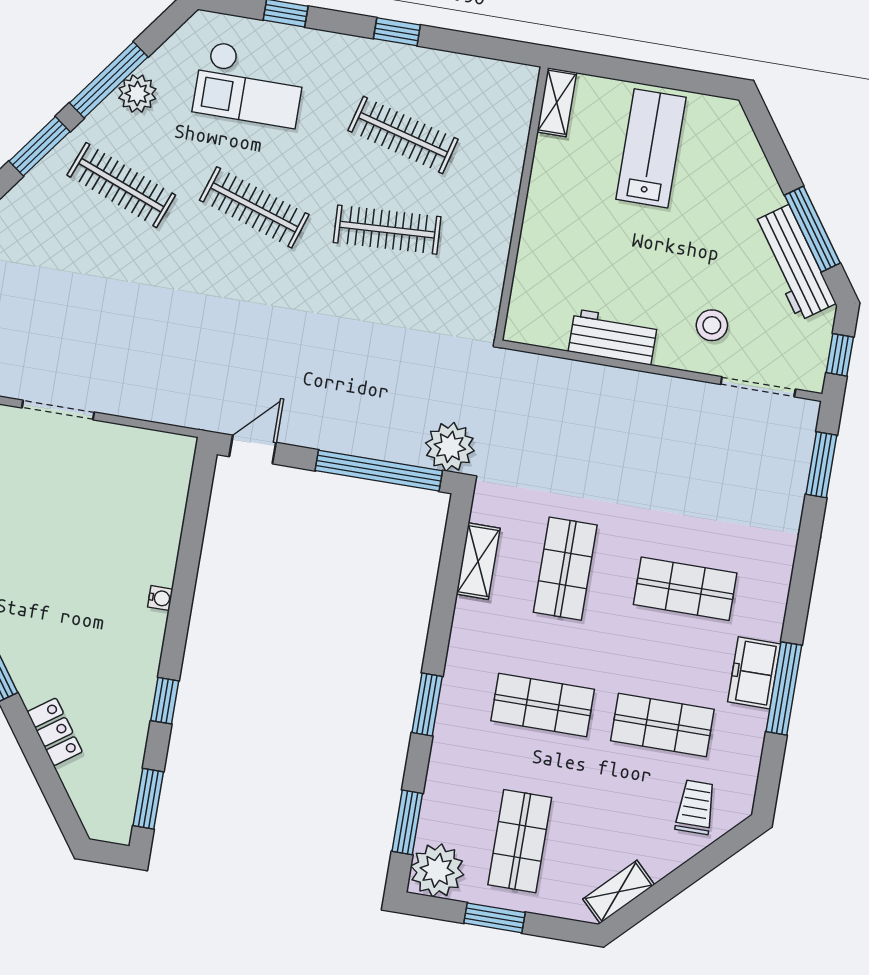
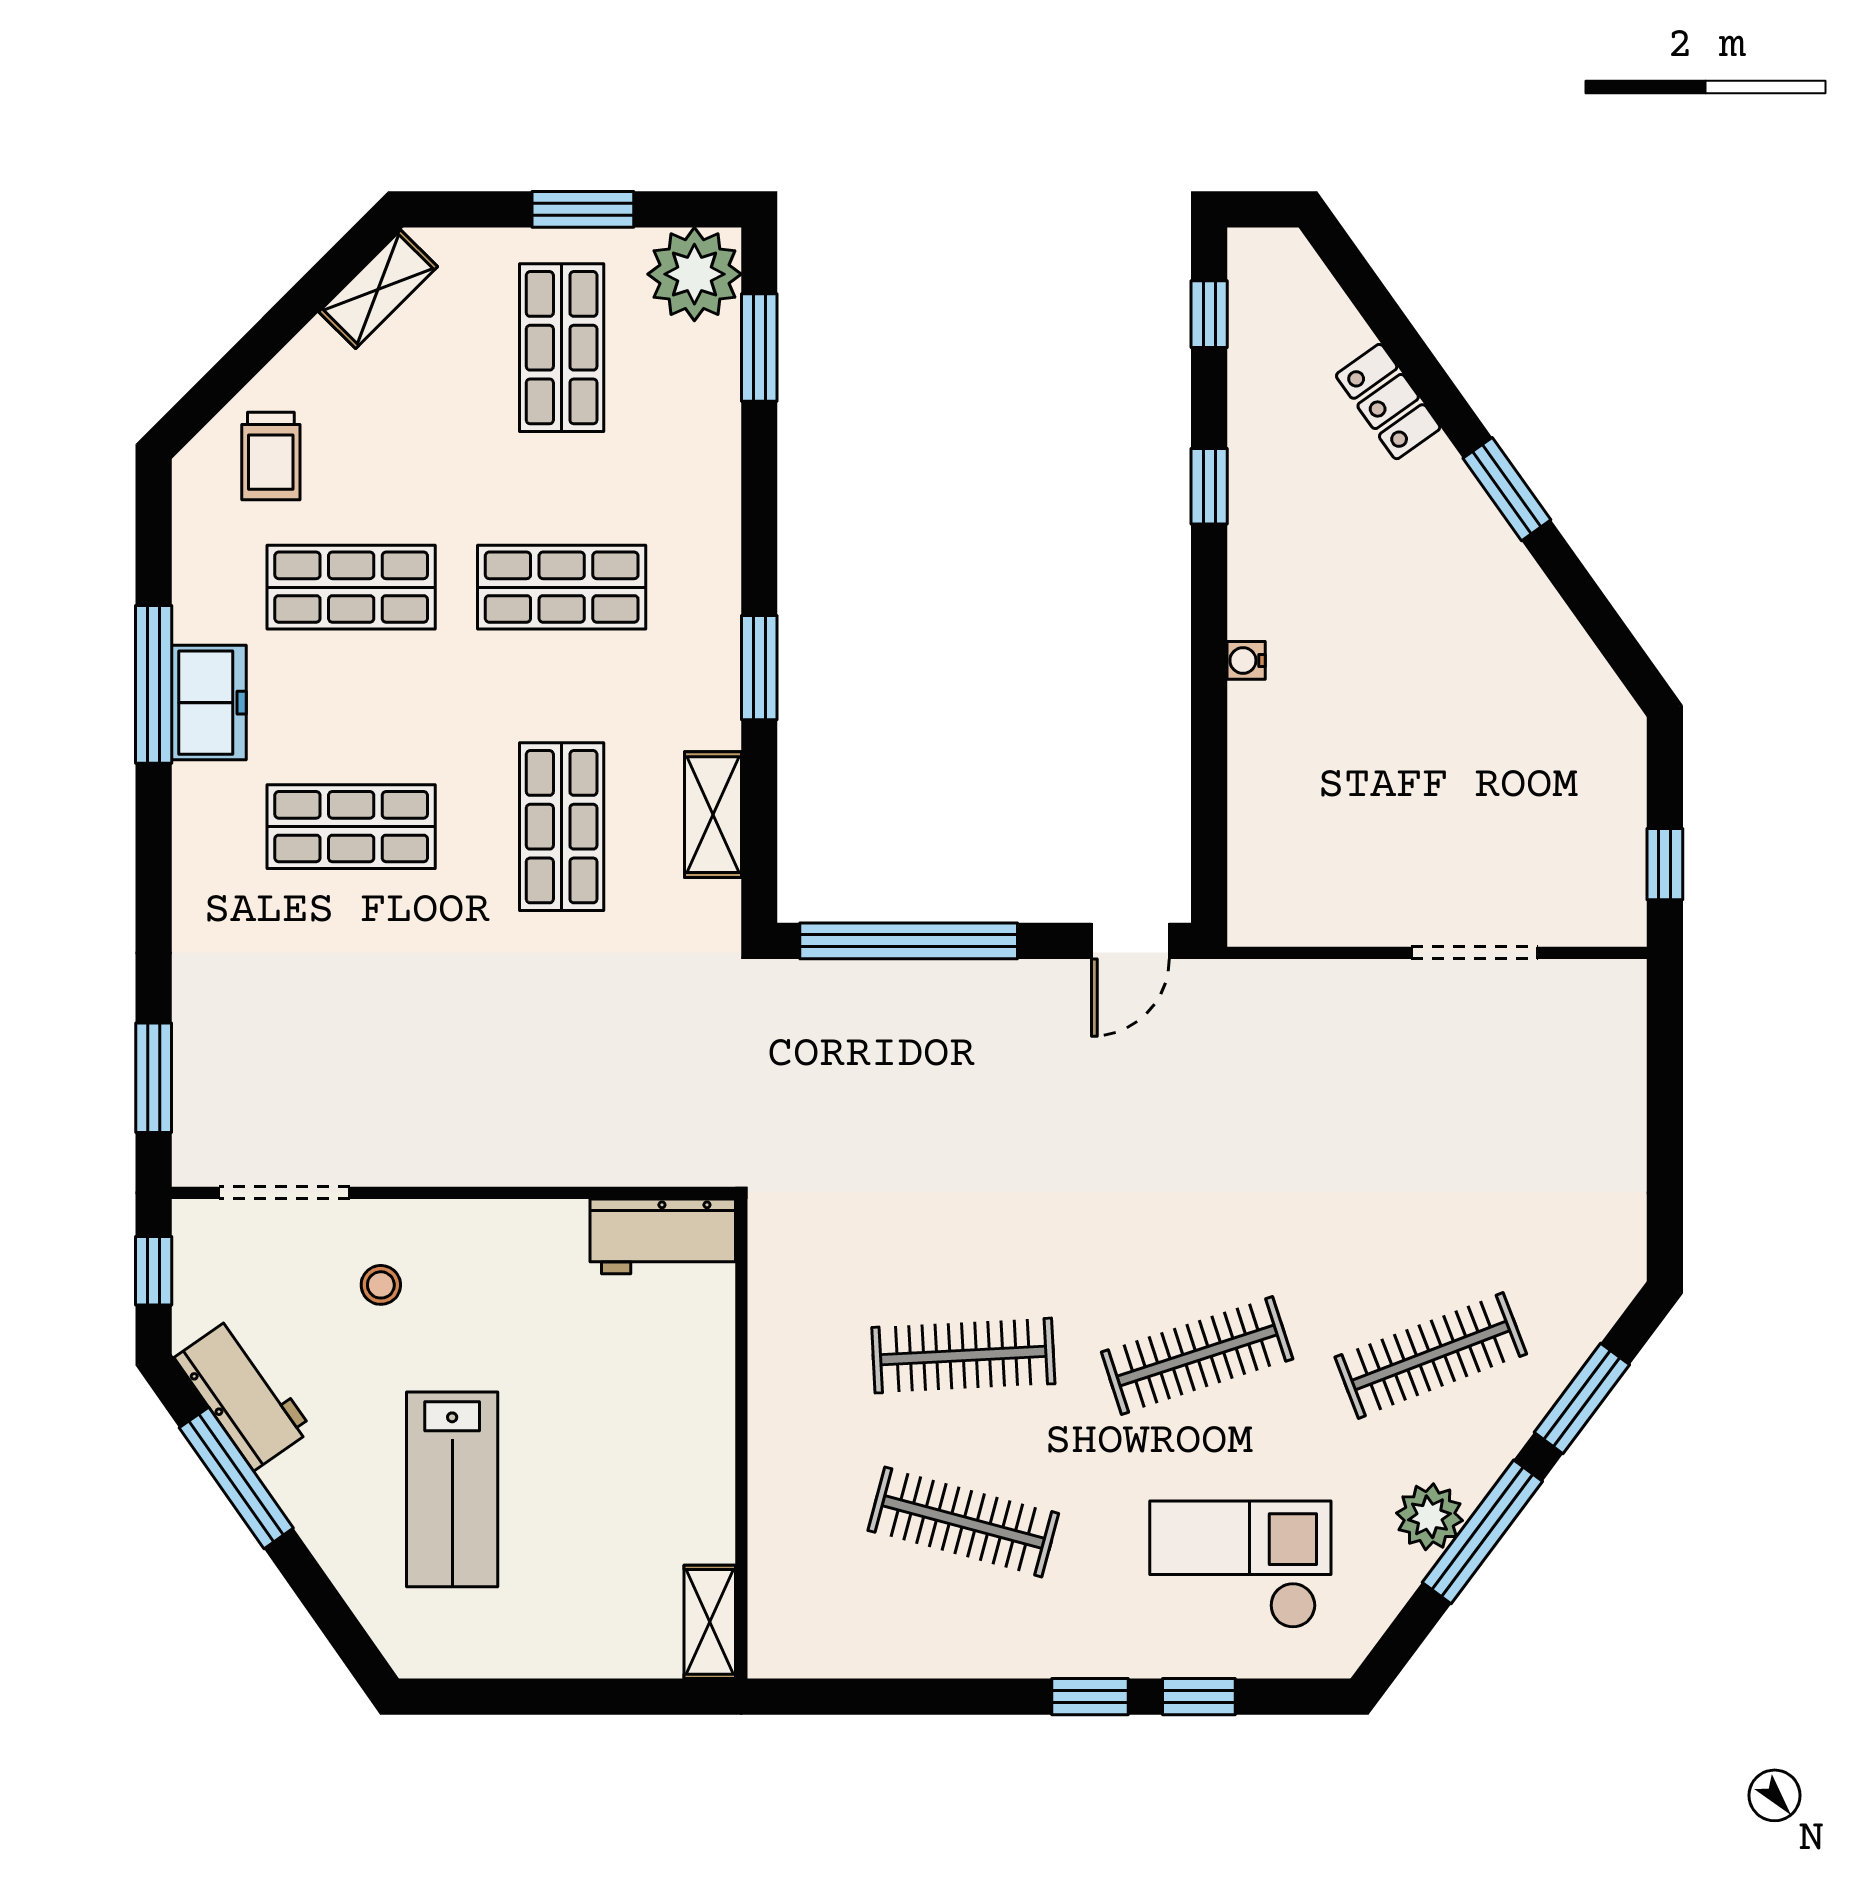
window: (397, 32) -> (1090, 1697), moved
lab bench: (651, 148) -> (452, 1489), moved
clothes rail: (121, 185) -> (1431, 1356), turned -42
clothes rail: (254, 207) -> (1197, 1356), turned -36
workbench: (794, 263) -> (243, 1394), width x0.73
stool: (712, 325) -> (381, 1285), width x0.73, depth x0.73
workbench: (613, 337) -> (663, 1236), moved
plant: (450, 447) -> (794, 1002), removed
window: (427, 704) -> (759, 668), moved
window: (148, 799) -> (1209, 314), width x0.67

